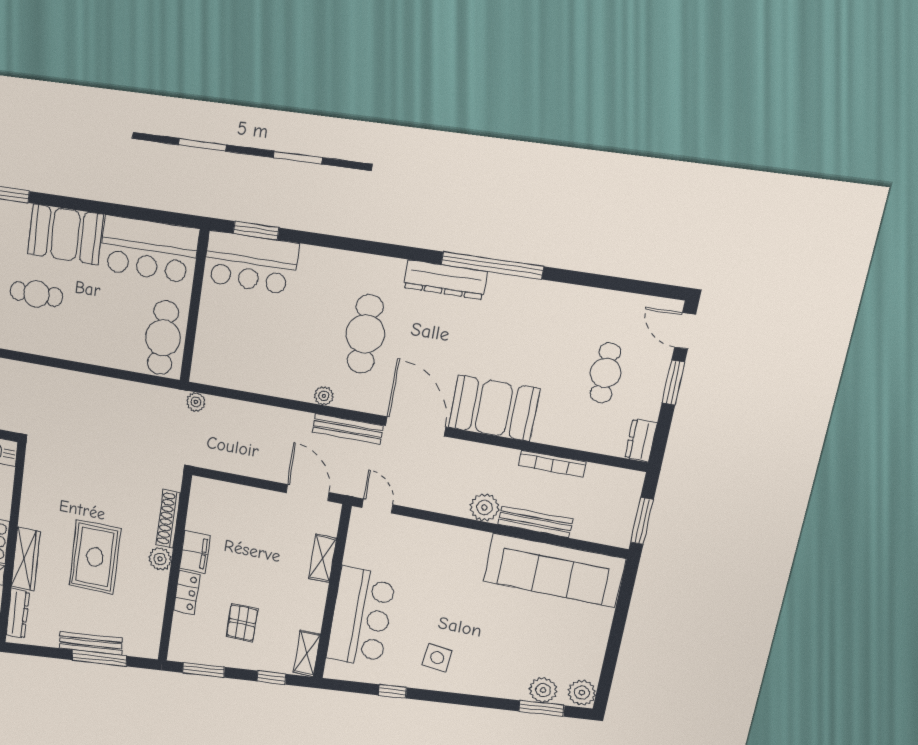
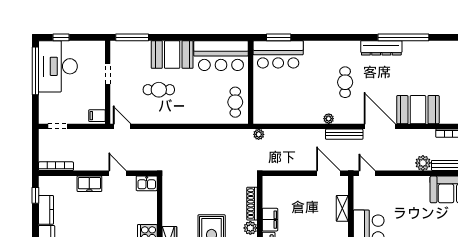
cafe table: (365, 334) -> (345, 82), width x0.73, depth x0.74
cafe table: (163, 338) -> (235, 102), width x0.73, depth x0.74

